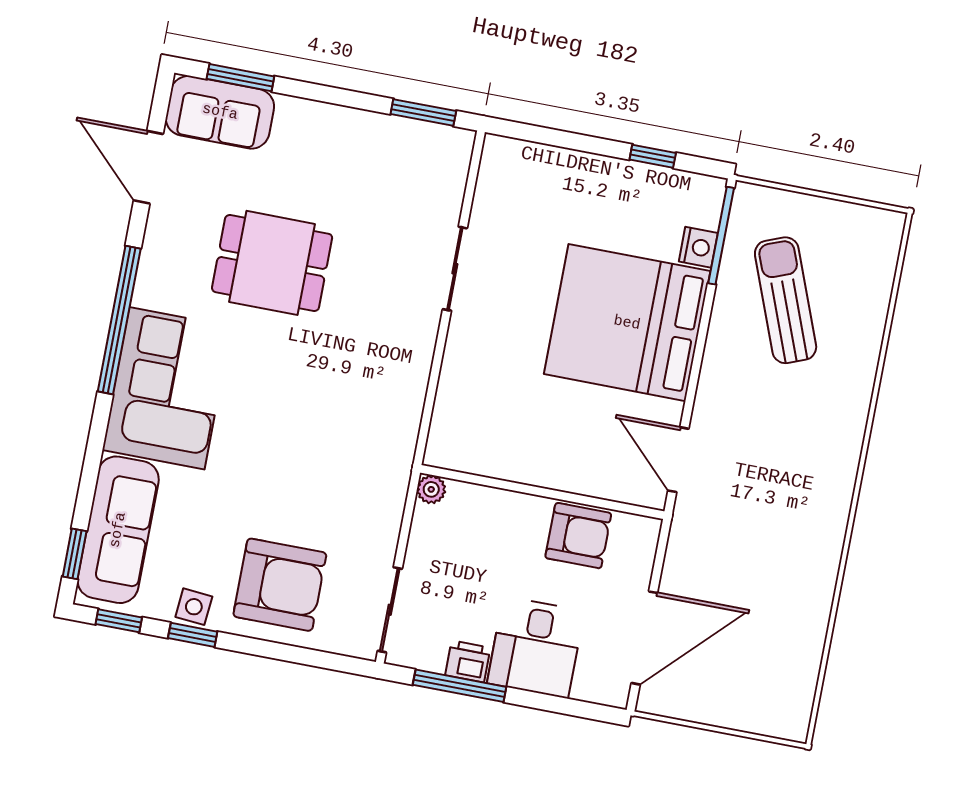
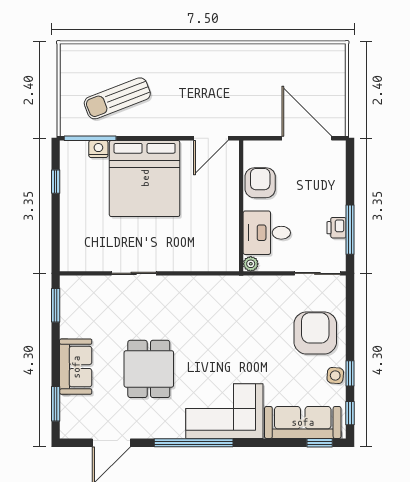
sofa: (220, 112) -> (76, 367), moved
desk: (536, 647) -> (267, 233), moved, turned 180

